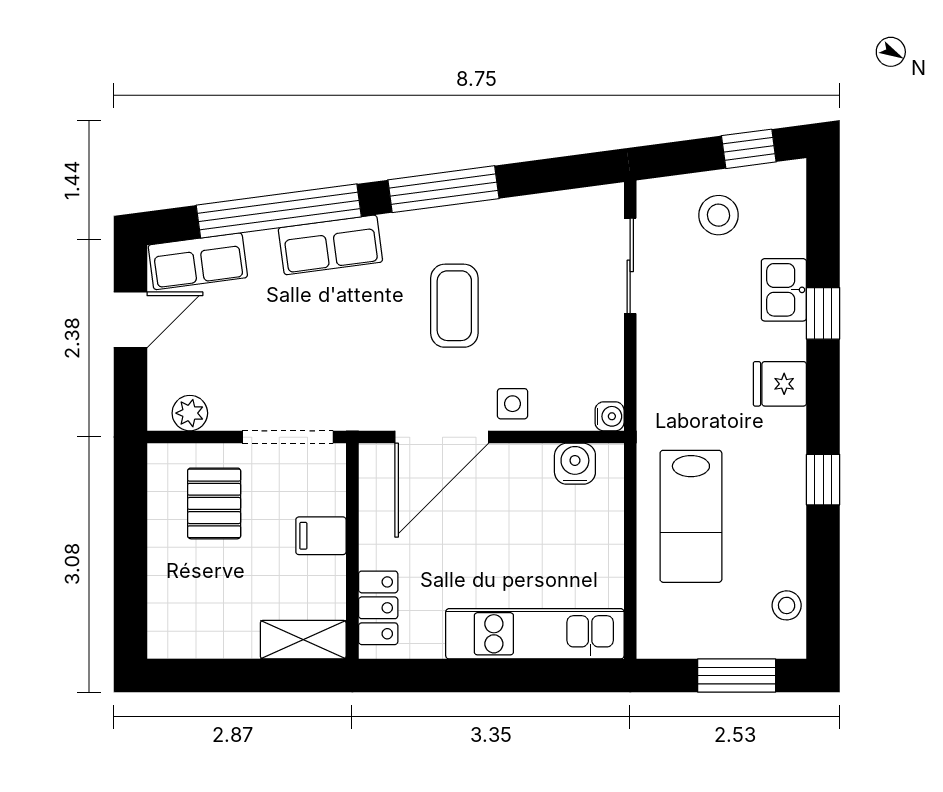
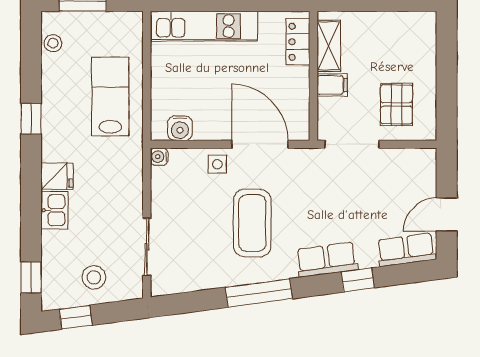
window: (279, 211) -> (358, 280), width x0.32
kitchen sink: (784, 290) -> (55, 210), moved
coffee table: (454, 306) -> (252, 223), width x1.36, depth x1.32
window: (823, 313) -> (31, 278), moved
plant: (190, 413) -> (411, 159), removed
door: (442, 437) -> (260, 144), hinge flipped
shelving: (303, 640) -> (329, 46), moved, turned 90

